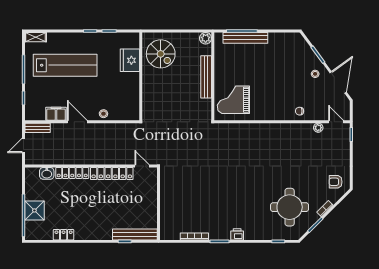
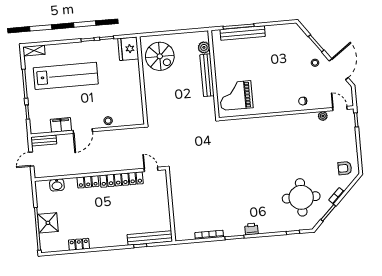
plant: (206, 38) -> (204, 47), moved
fridge: (130, 60) -> (128, 49), moved
door: (77, 122) -> (83, 131), swing flipped
locker: (72, 173) -> (88, 182), width x0.66

